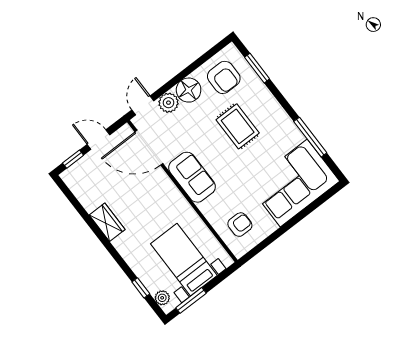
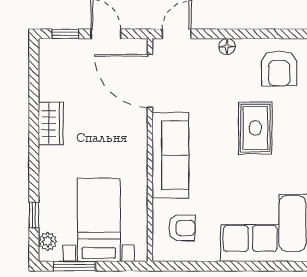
floor lamp: (189, 90) -> (227, 47), width x0.53, depth x0.53
plant: (169, 103) -> (204, 51), removed
sofa: (192, 177) -> (170, 155), width x1.36

